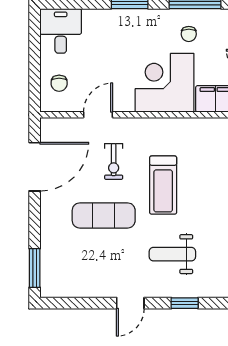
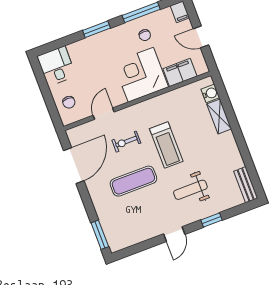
exercise bike: (114, 161) -> (126, 142), turned 90

